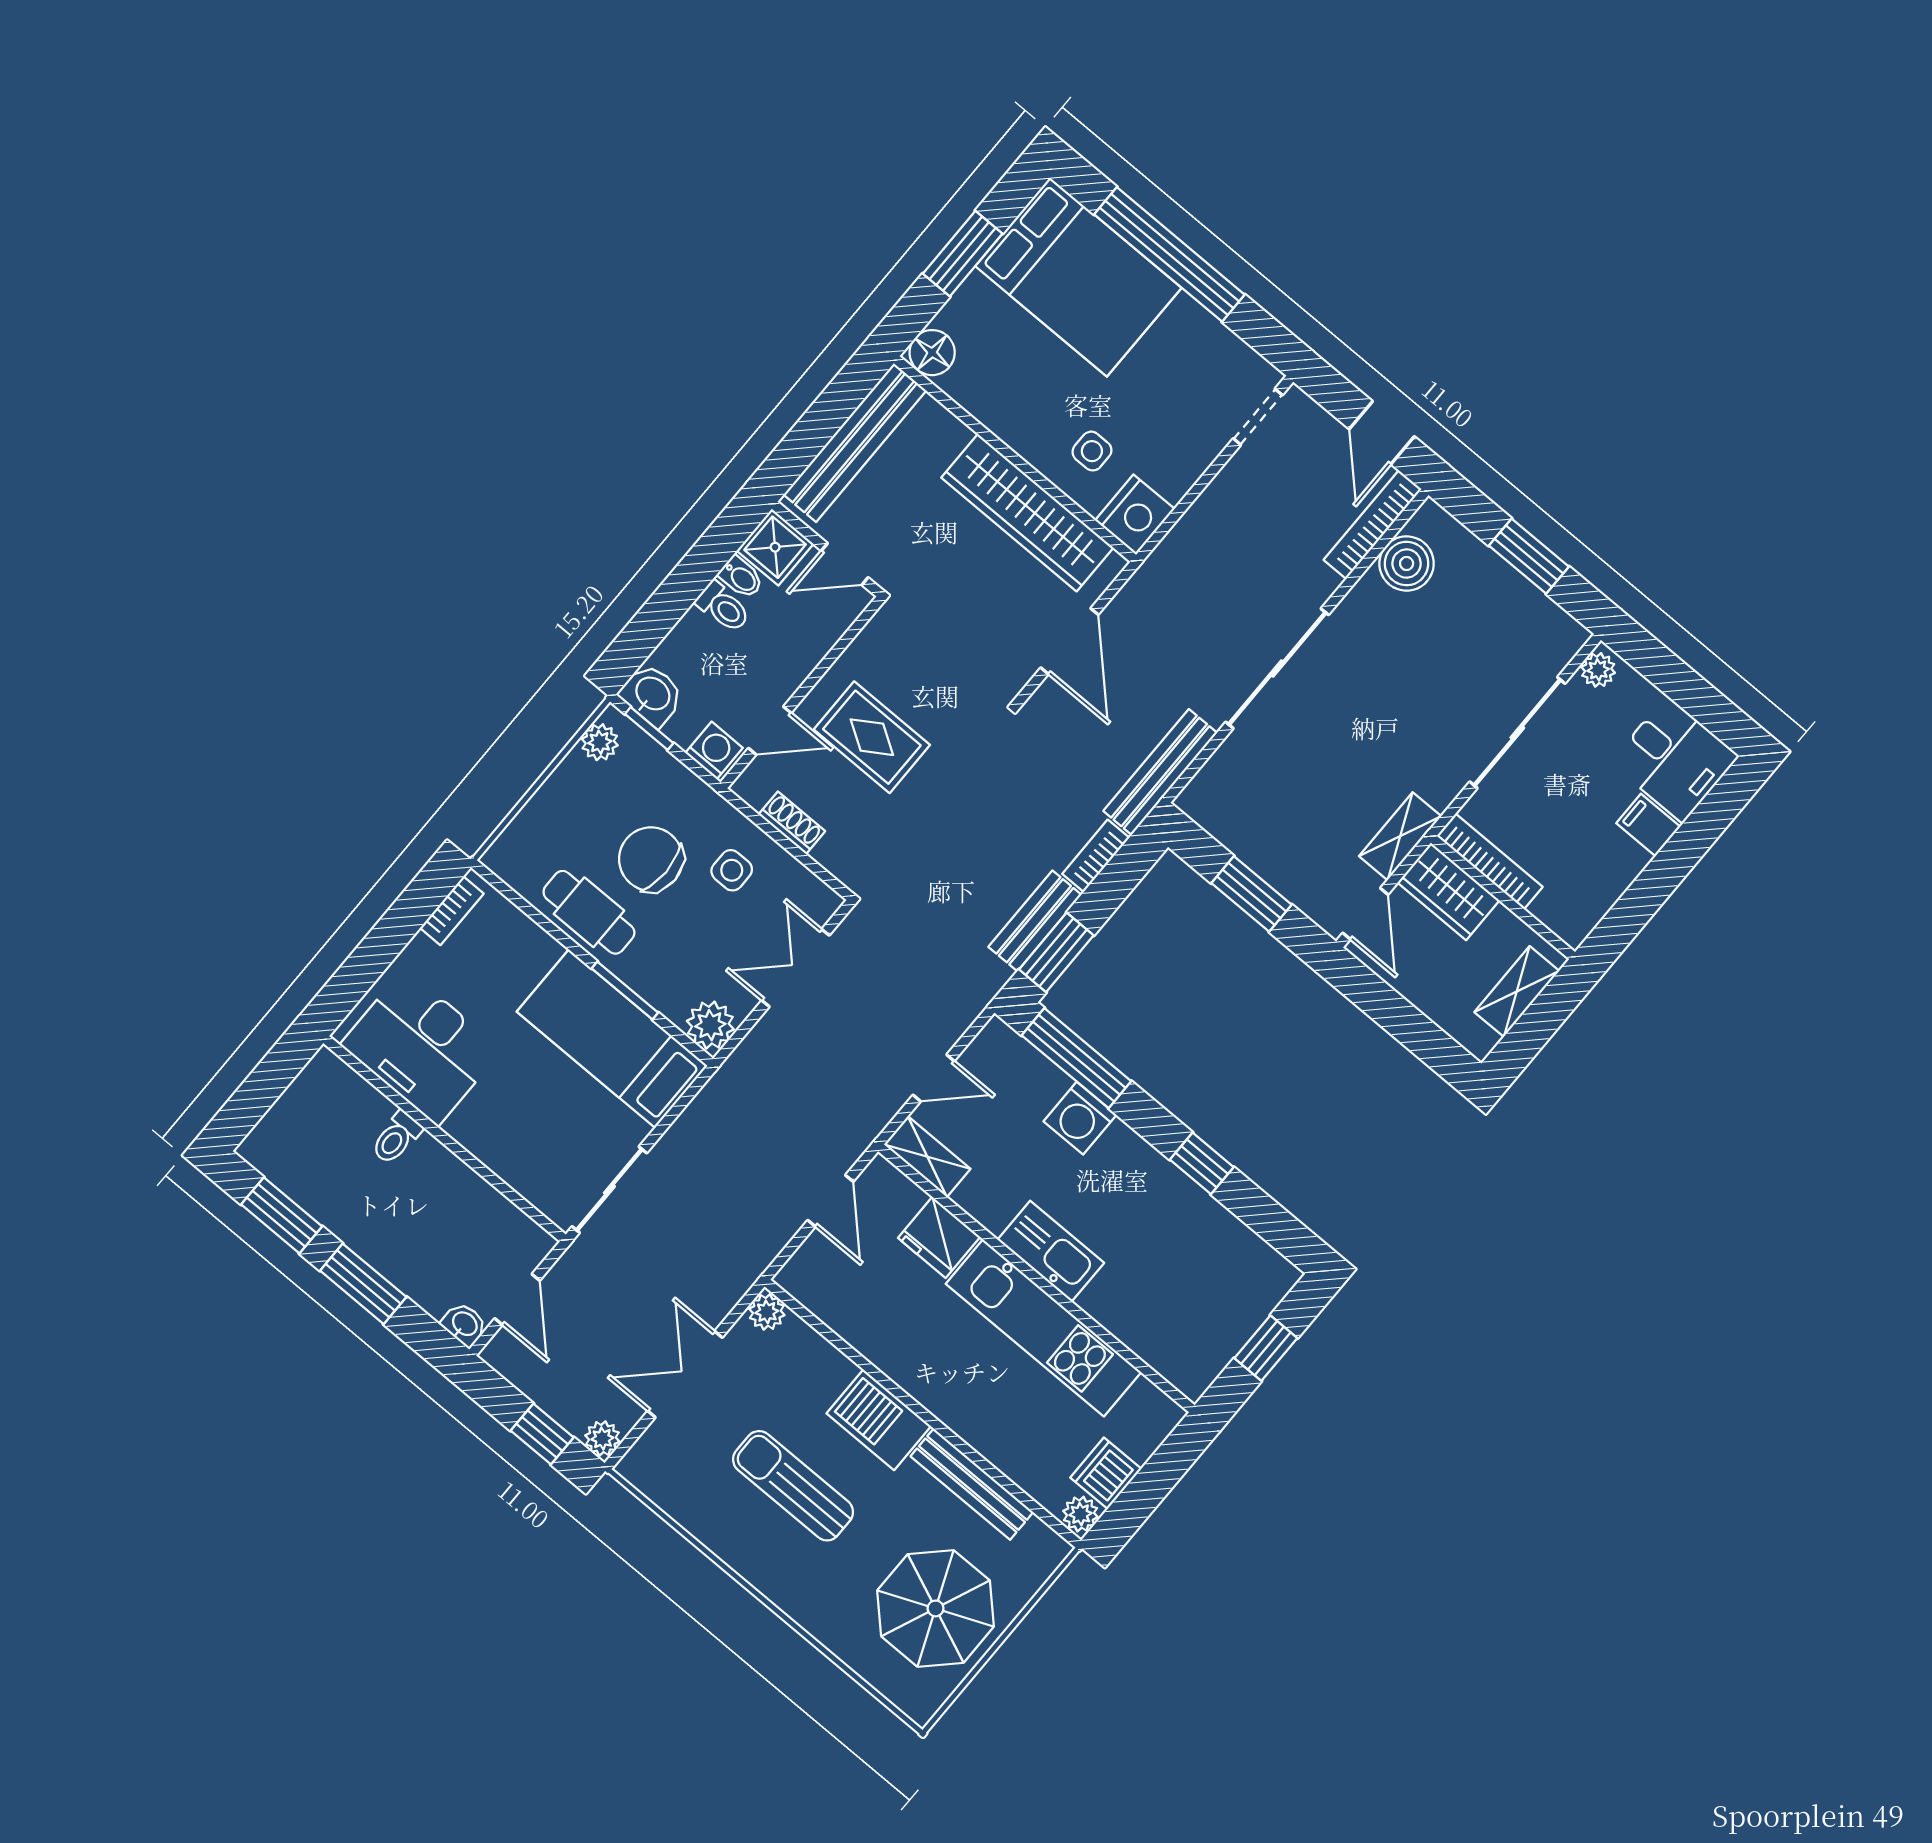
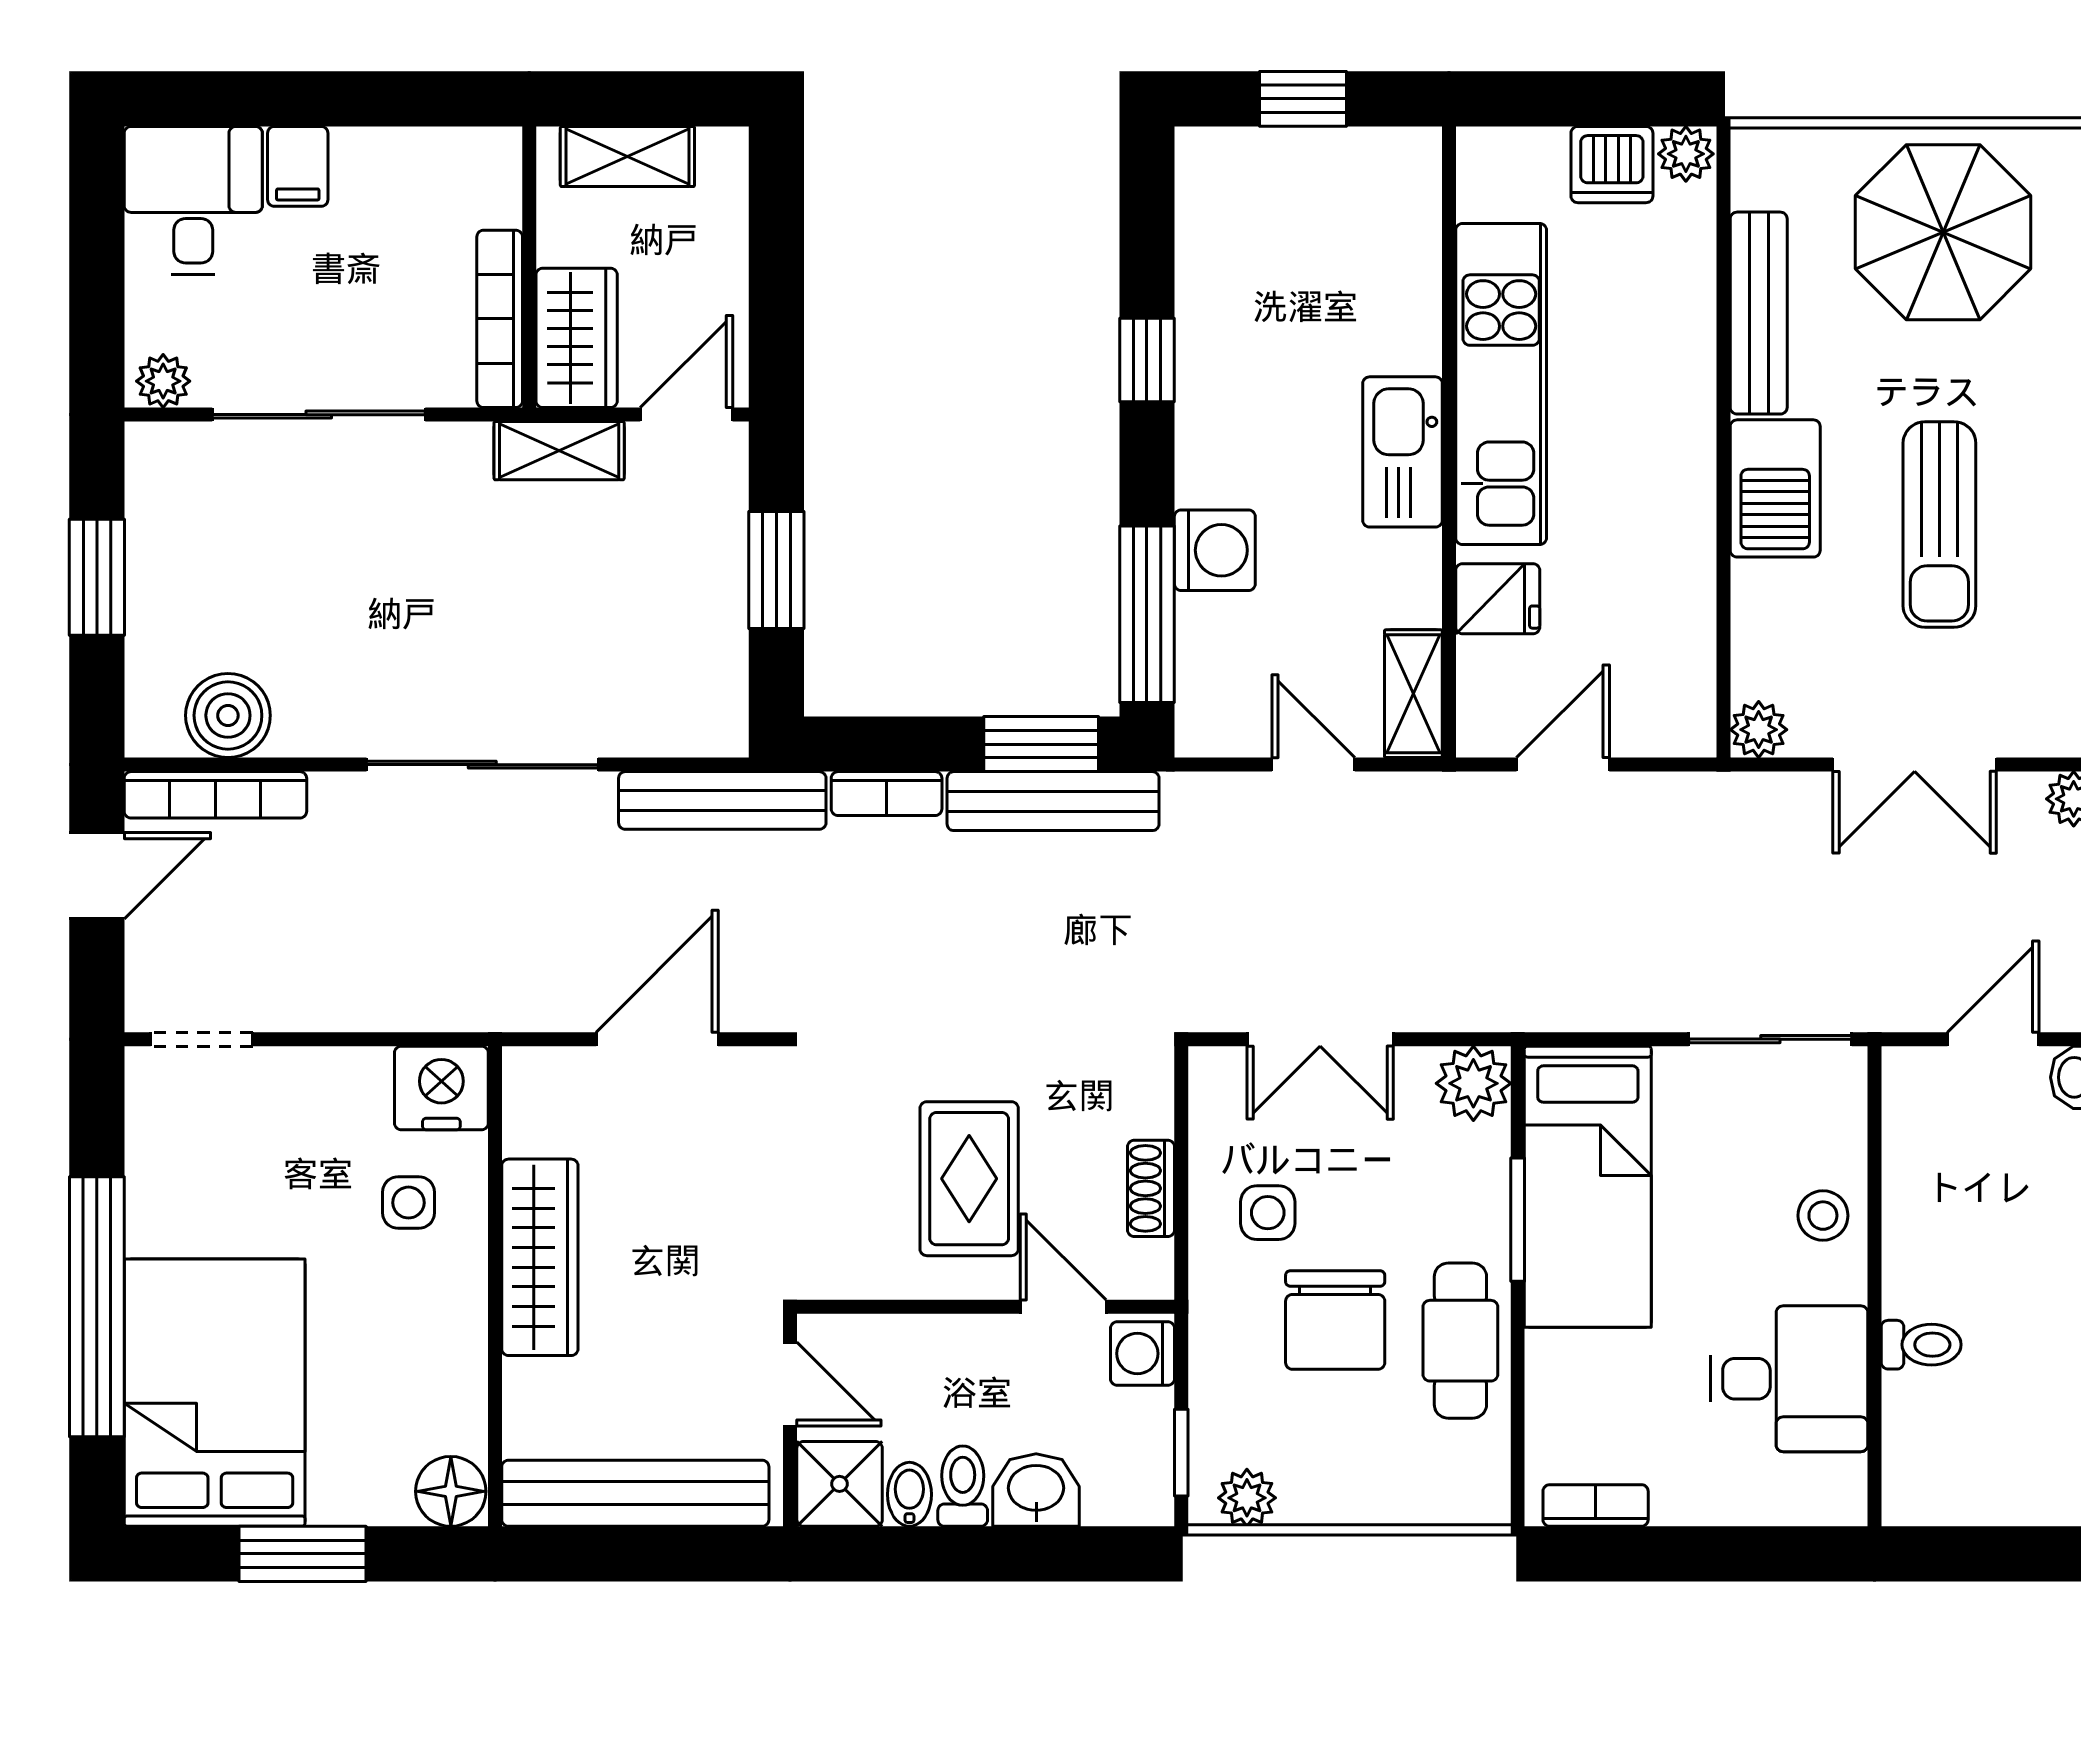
wardrobe: (1027, 513) -> (540, 1257), width x0.71, depth x0.85
washbasin: (652, 695) -> (1036, 1490), moved, turned 90
bench: (1035, 921) -> (1053, 801), width x1.36
desk: (421, 1047) -> (1789, 1379), width x0.73
stool: (501, 1143) -> (1823, 1216), added
fridge: (939, 1237) -> (1498, 599), width x0.72

